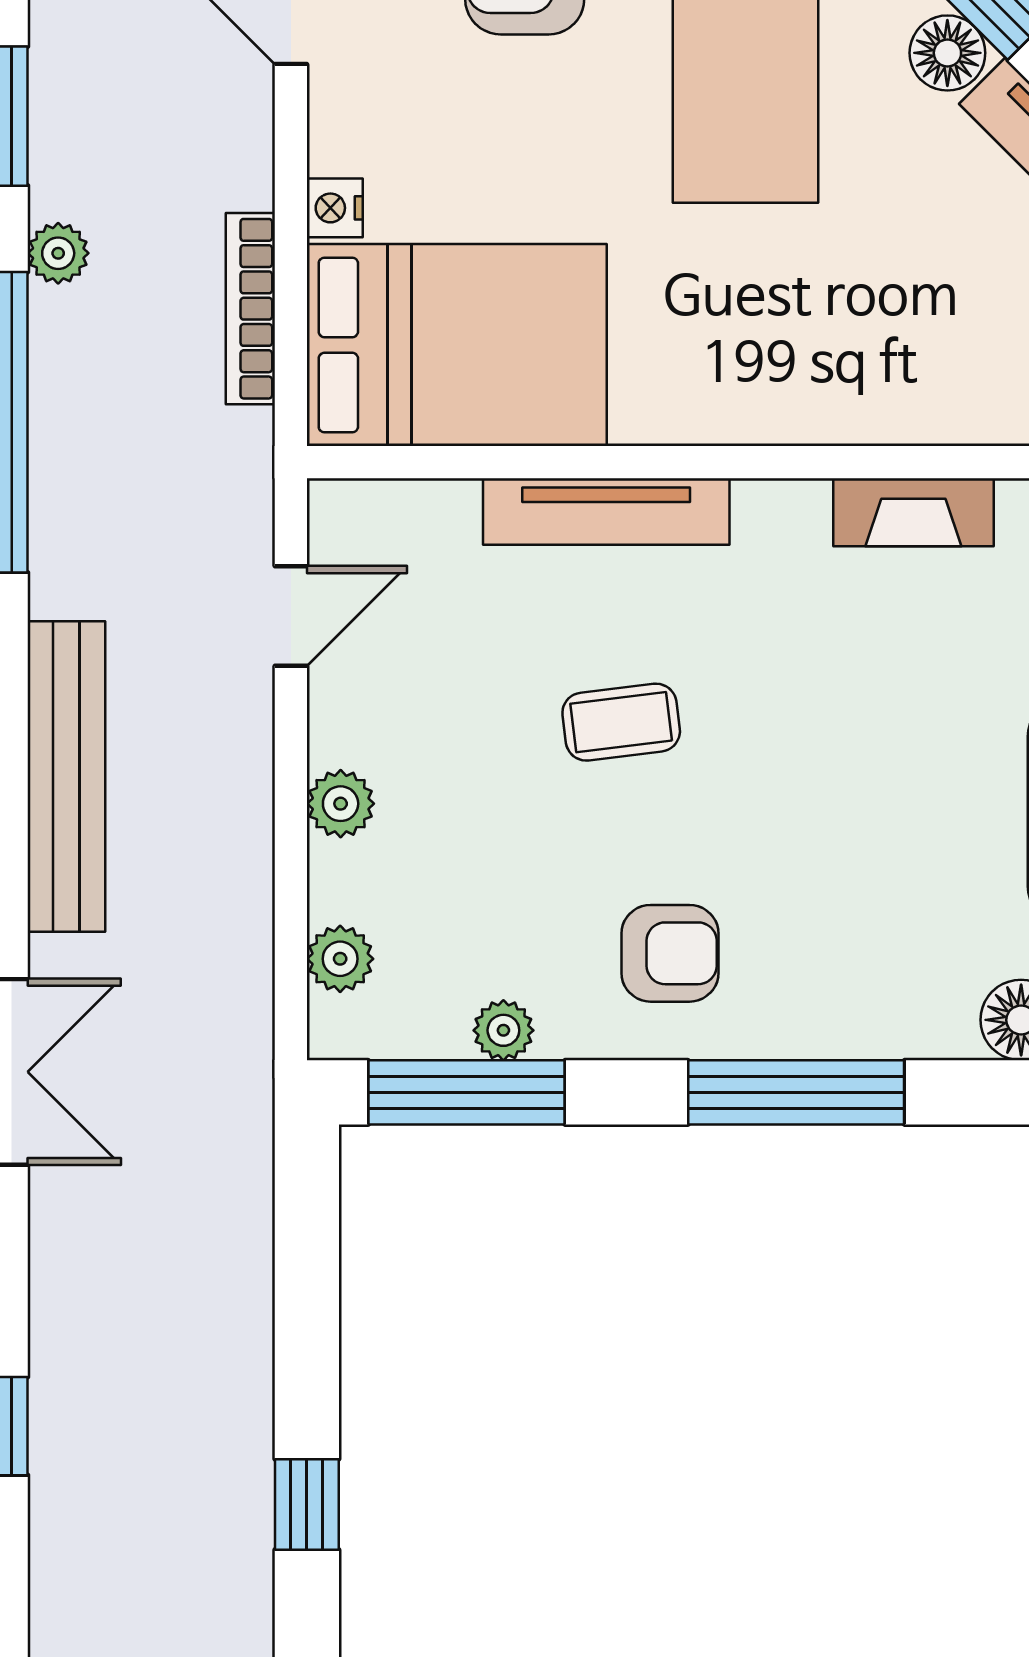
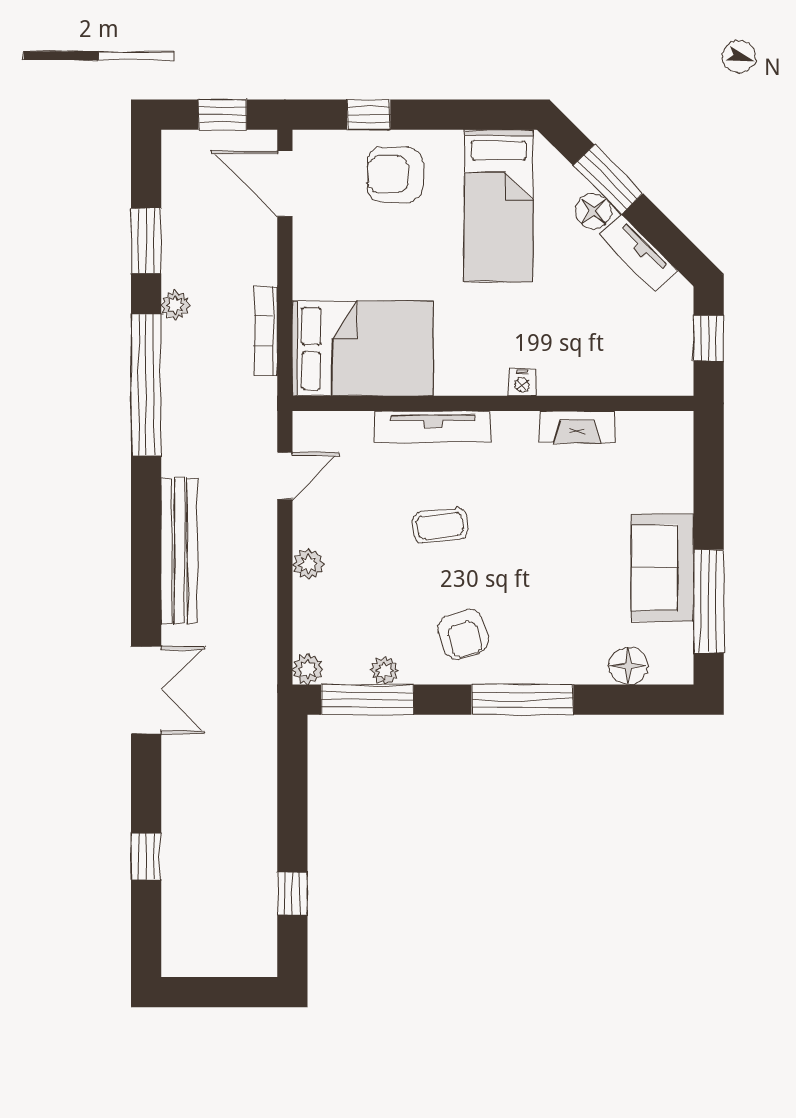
nightstand: (335, 208) -> (522, 383), moved, turned -90
armchair: (670, 953) -> (463, 634), turned 73
plant: (340, 959) -> (308, 669), moved

